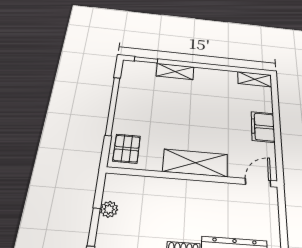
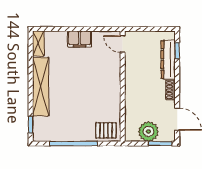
shelving: (175, 72) -> (41, 87), width x2.20, depth x1.33
shelving: (195, 163) -> (112, 85), removed
plant: (109, 209) -> (148, 132), width x1.87, depth x1.87

